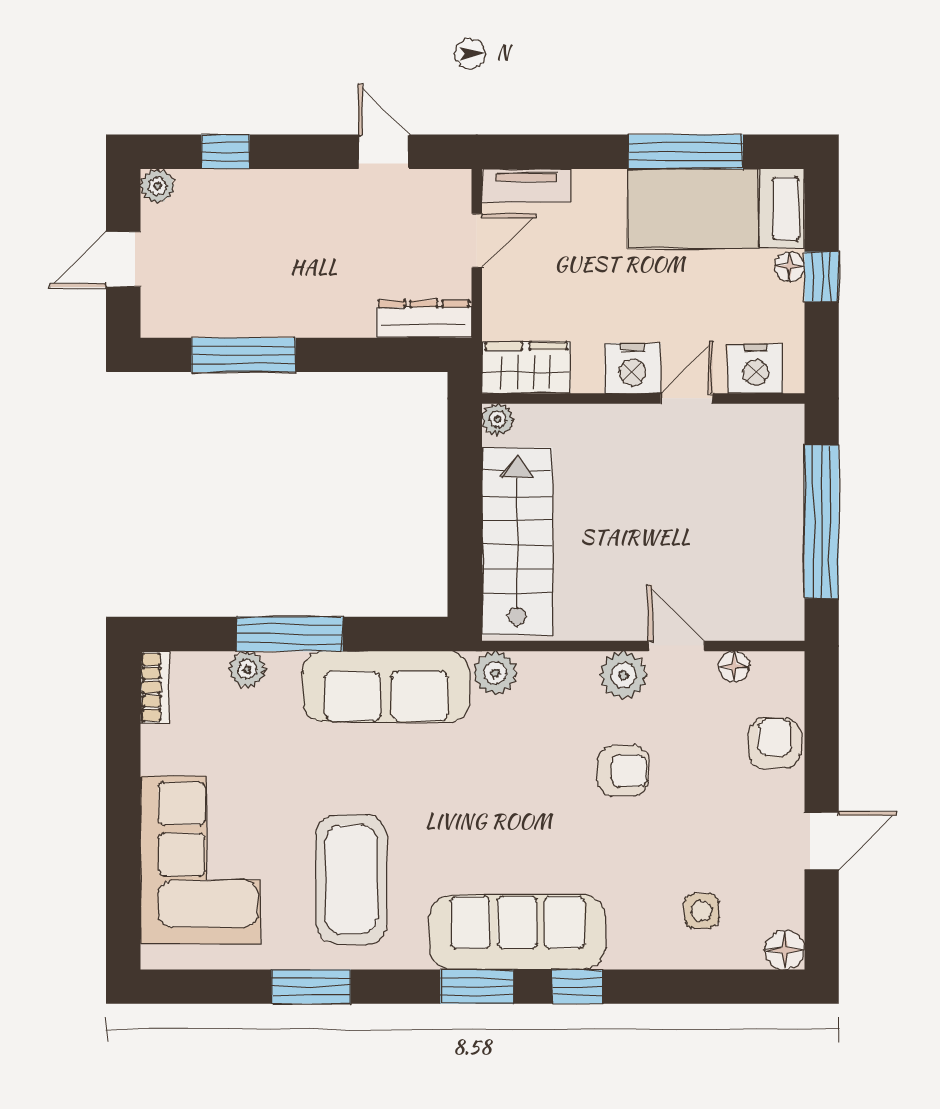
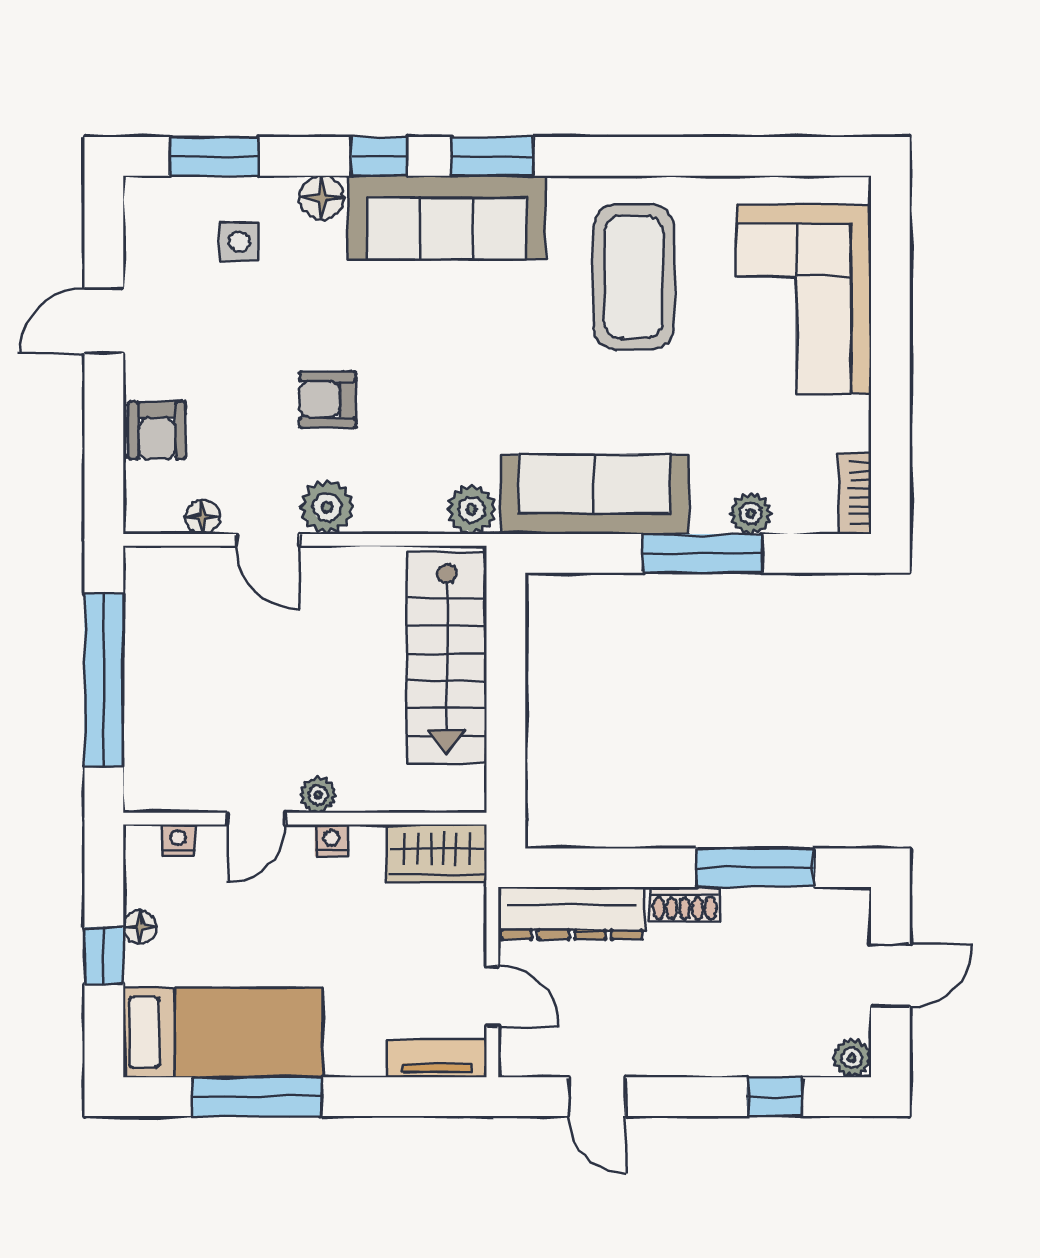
door: (477, 241) -> (492, 996), swing flipped
floor lamp: (790, 267) -> (140, 927), moved
dresser: (424, 319) -> (572, 913), width x1.37, depth x1.24
shoe rack: (306, 323) -> (685, 904), added
nightstand: (633, 368) -> (332, 840), width x0.53, depth x0.56
nightstand: (756, 369) -> (178, 840), width x0.53, depth x0.56
plant: (498, 419) -> (318, 795), moved
floor lamp: (785, 950) -> (322, 198), moved
window: (311, 987) -> (214, 156), moved

